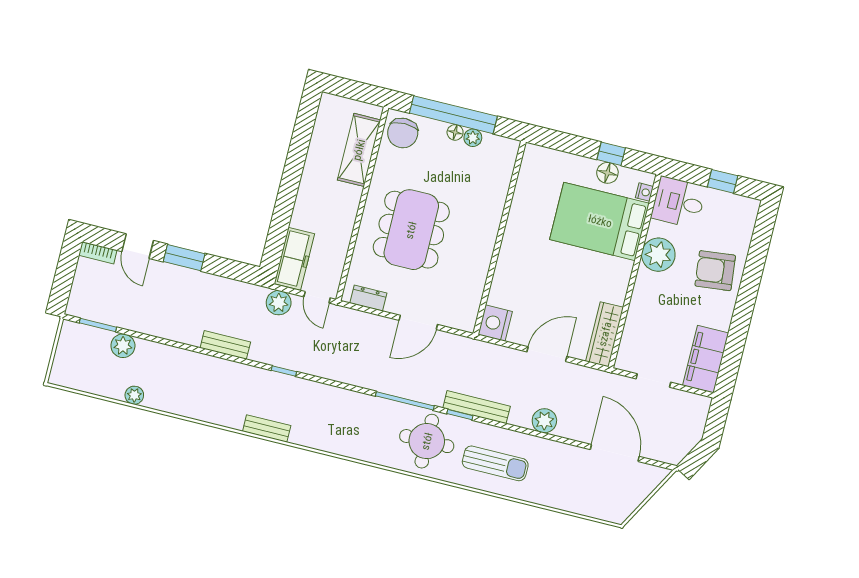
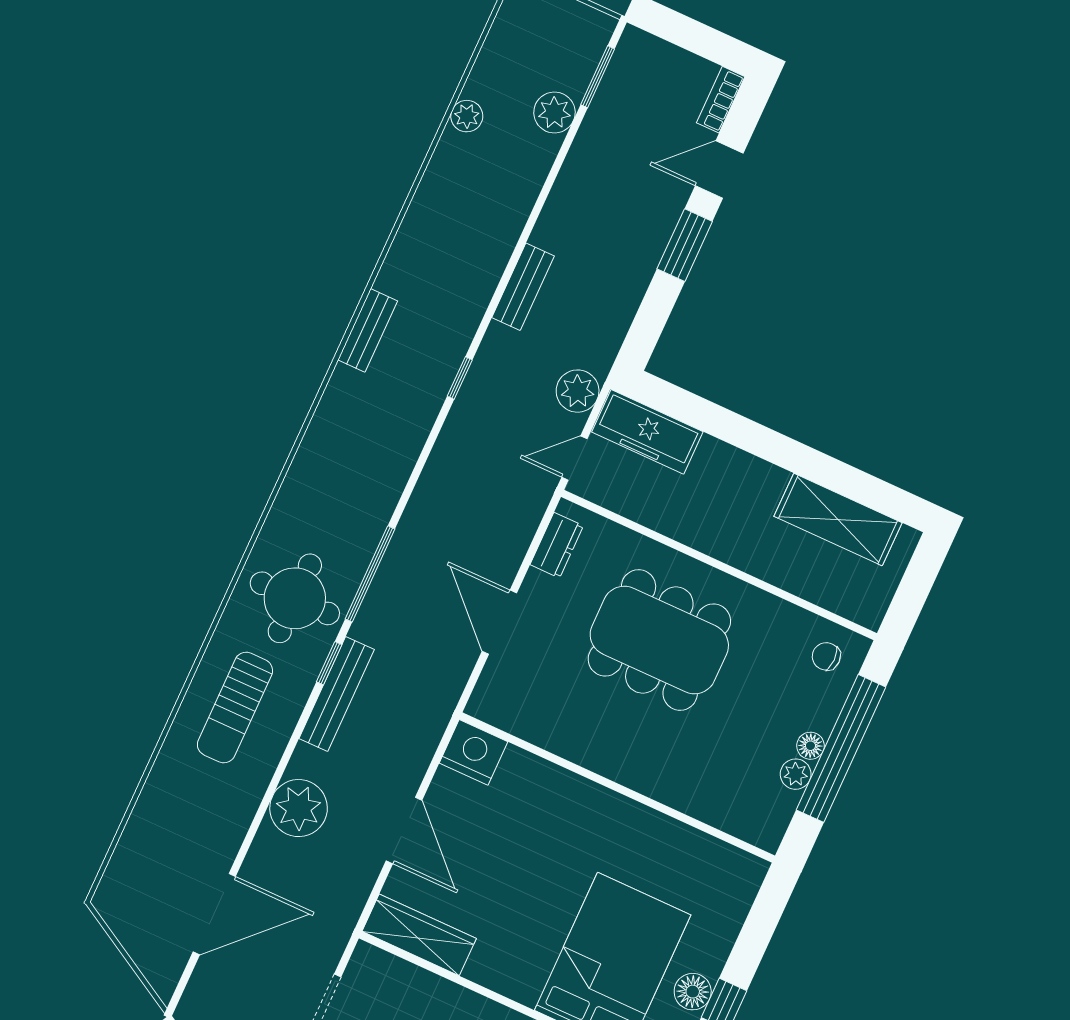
chair: (403, 133) -> (826, 656), width x0.54, depth x0.54
shelving: (359, 150) -> (838, 520), moved
plant: (544, 421) -> (299, 808), width x1.36, depth x1.36

